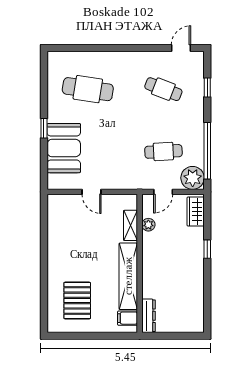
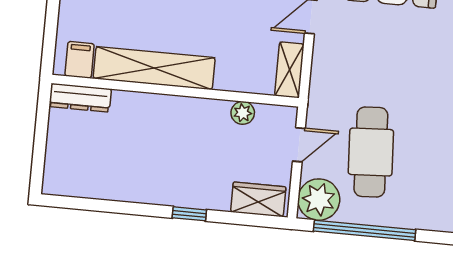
cafe table: (163, 151) -> (371, 152), width x1.37, depth x1.35
door: (163, 192) -> (299, 145), swing flipped
shelving: (130, 225) -> (289, 70), moved, turned 90

